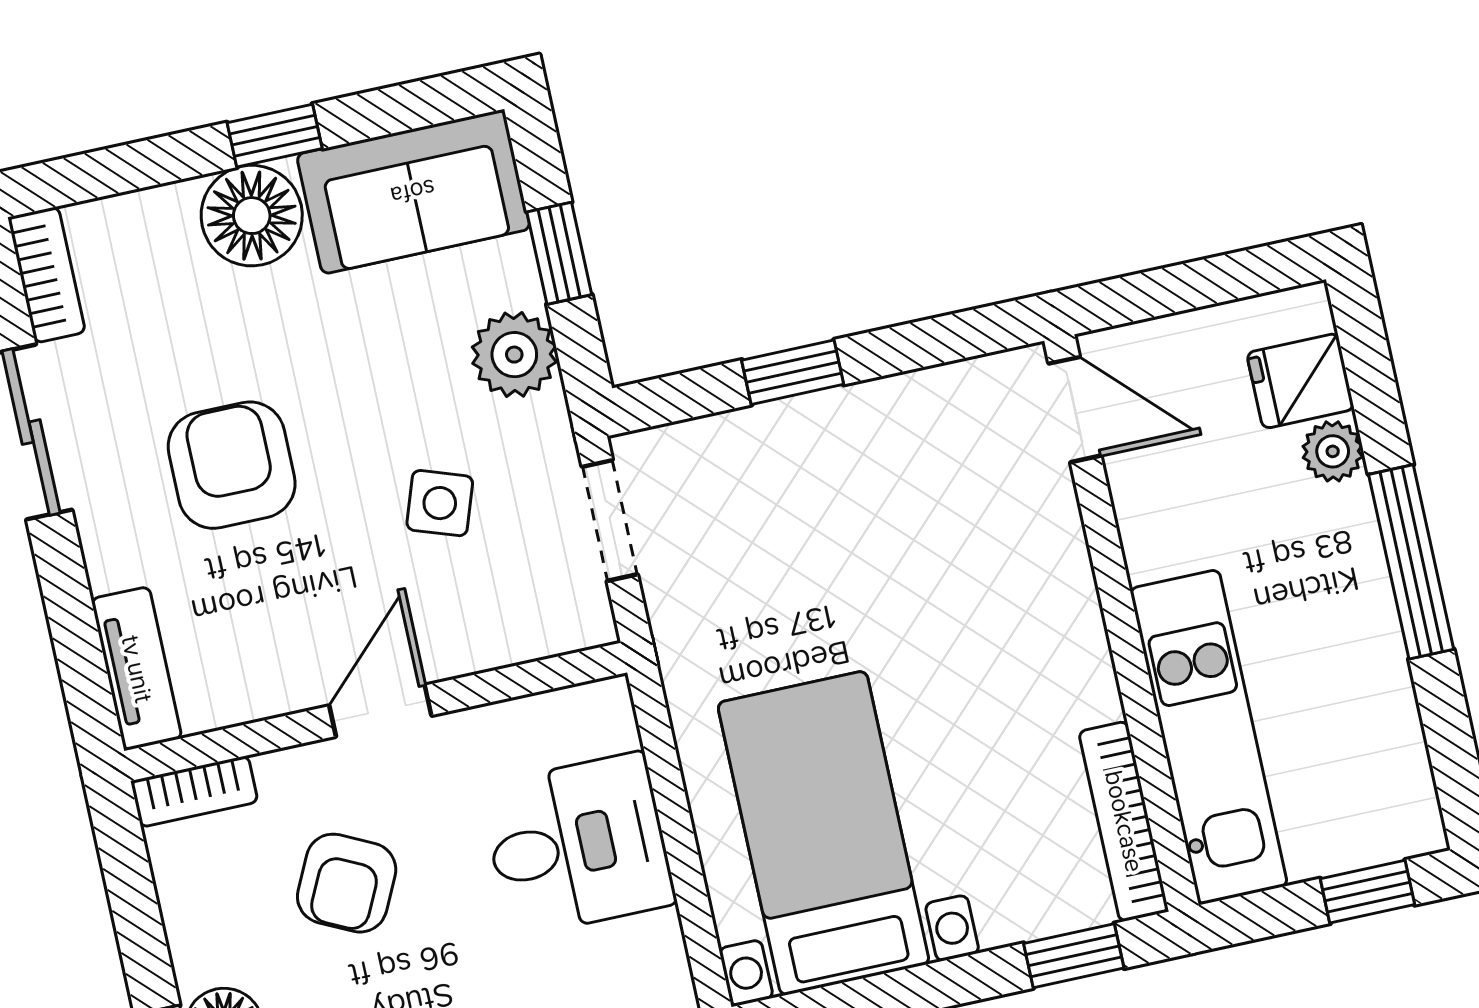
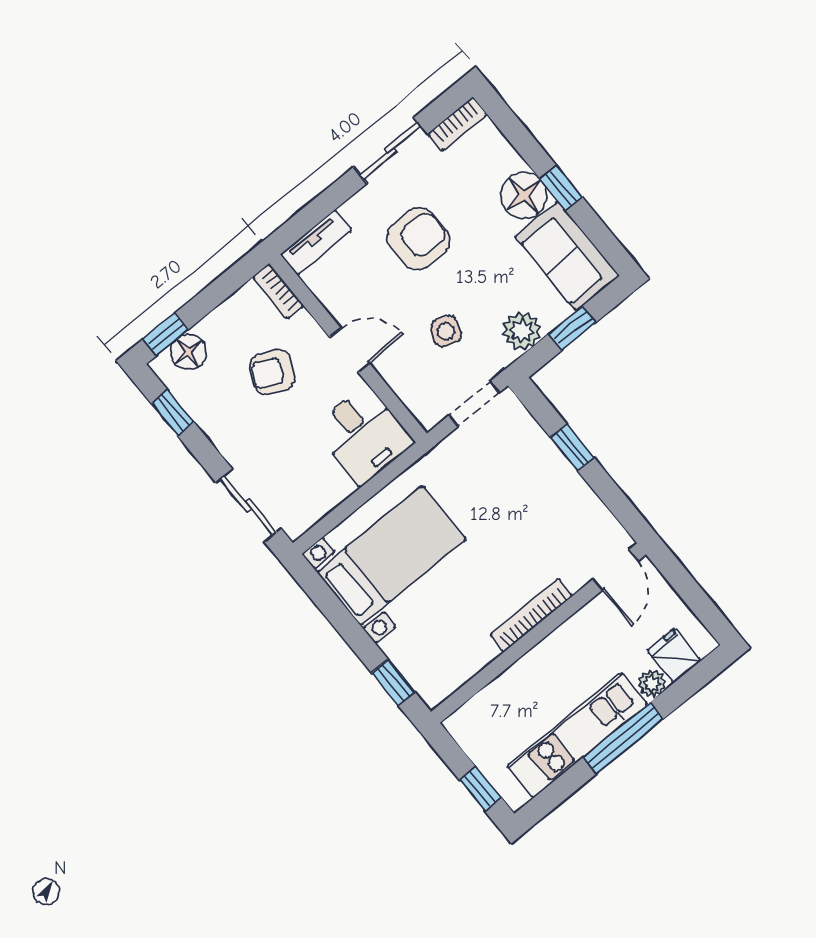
kitchen unit: (1209, 737) -> (577, 735), moved, turned 180
bookcase: (1124, 821) -> (531, 615), moved
desk: (578, 845) -> (364, 435), moved

